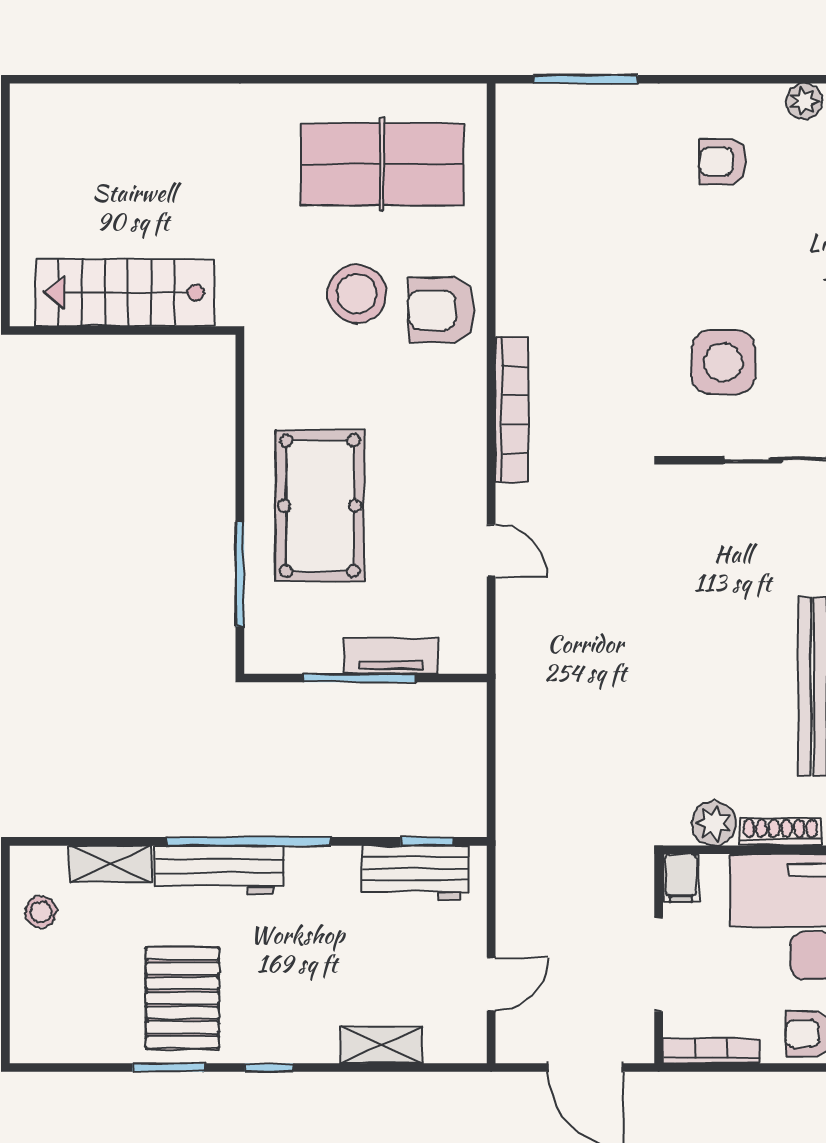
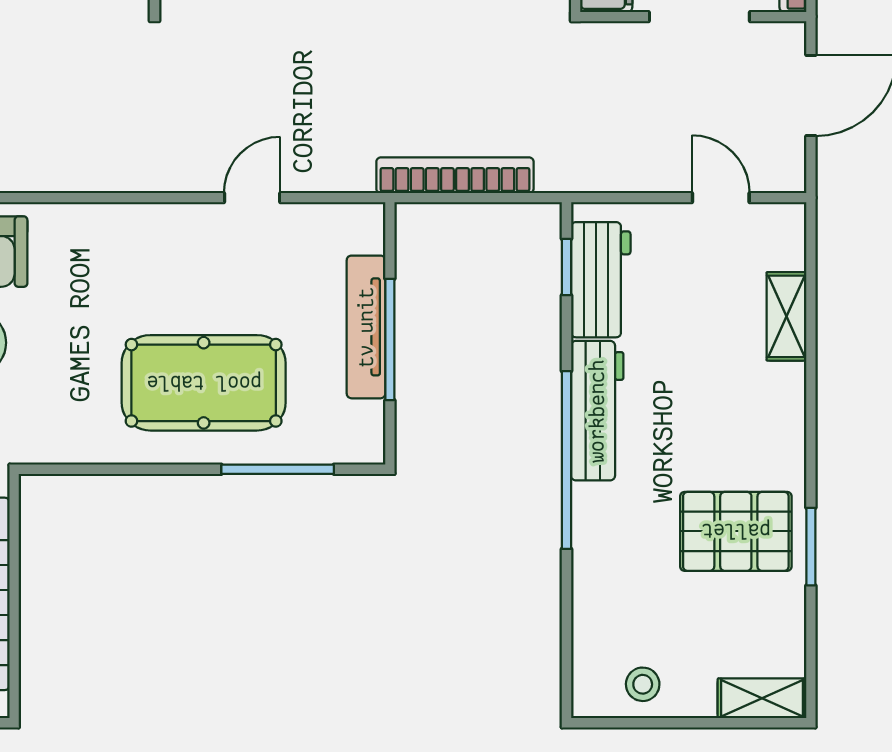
bookcase: (512, 410) -> (455, 175), moved
tv unit: (391, 656) -> (366, 327), width x1.41
shelving: (110, 864) -> (762, 698), moved, turned 90
workbench: (219, 870) -> (597, 411), moved
window: (269, 1067) -> (811, 438), removed

